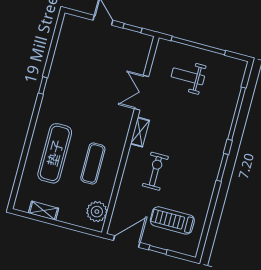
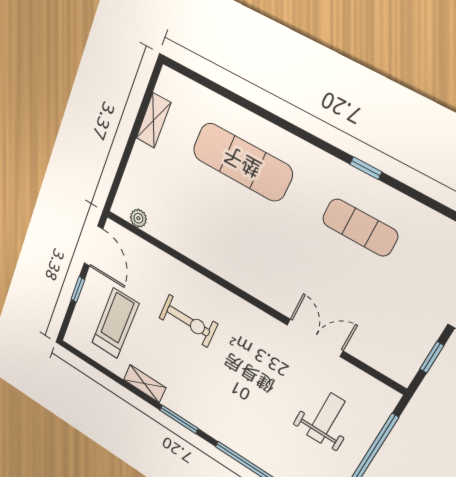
shelving: (140, 132) -> (145, 384), moved
exercise mat: (93, 163) -> (360, 228), moved
plant: (97, 212) -> (138, 218), width x0.53, depth x0.53

